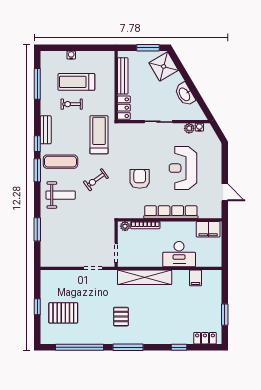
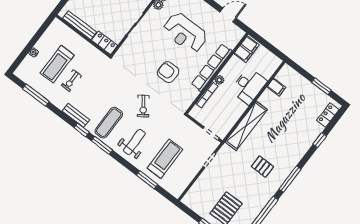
treadmill: (99, 135) -> (165, 159), moved, turned 90
plant: (125, 226) -> (219, 80), moved

